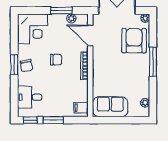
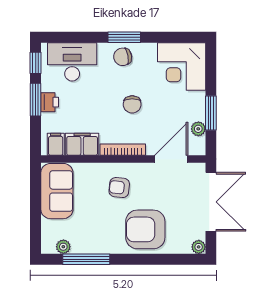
armchair: (134, 41) -> (145, 229), moved, turned 180
window: (153, 62) -> (86, 259), moved
armchair: (108, 68) -> (119, 188), added
filing cabinet: (81, 91) -> (82, 144), added
desk: (30, 97) -> (72, 62), width x1.37
printer: (55, 111) -> (50, 102), added

